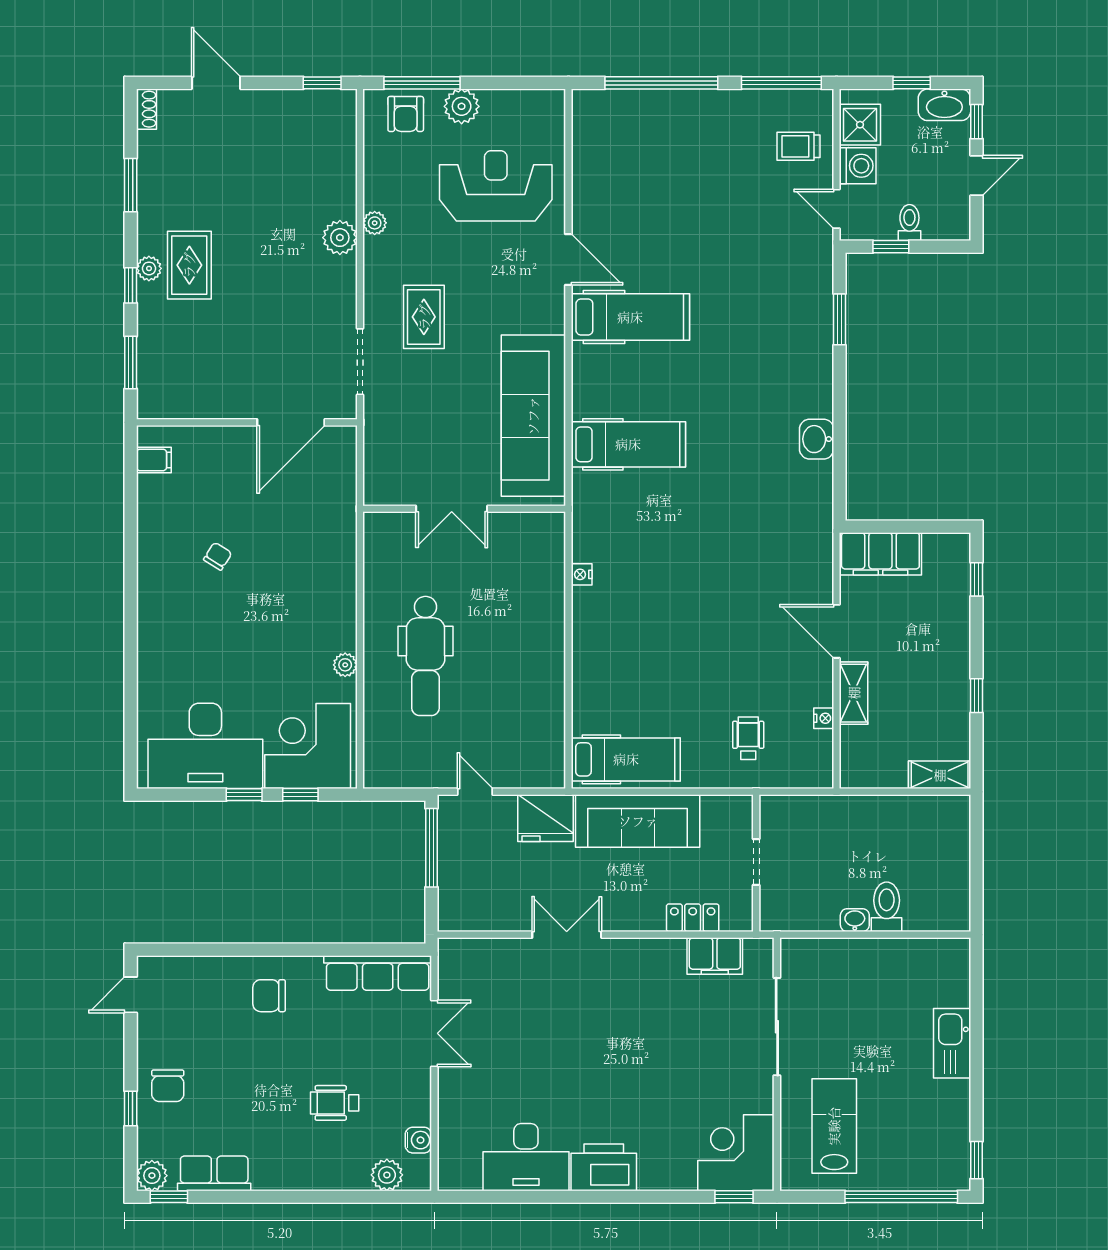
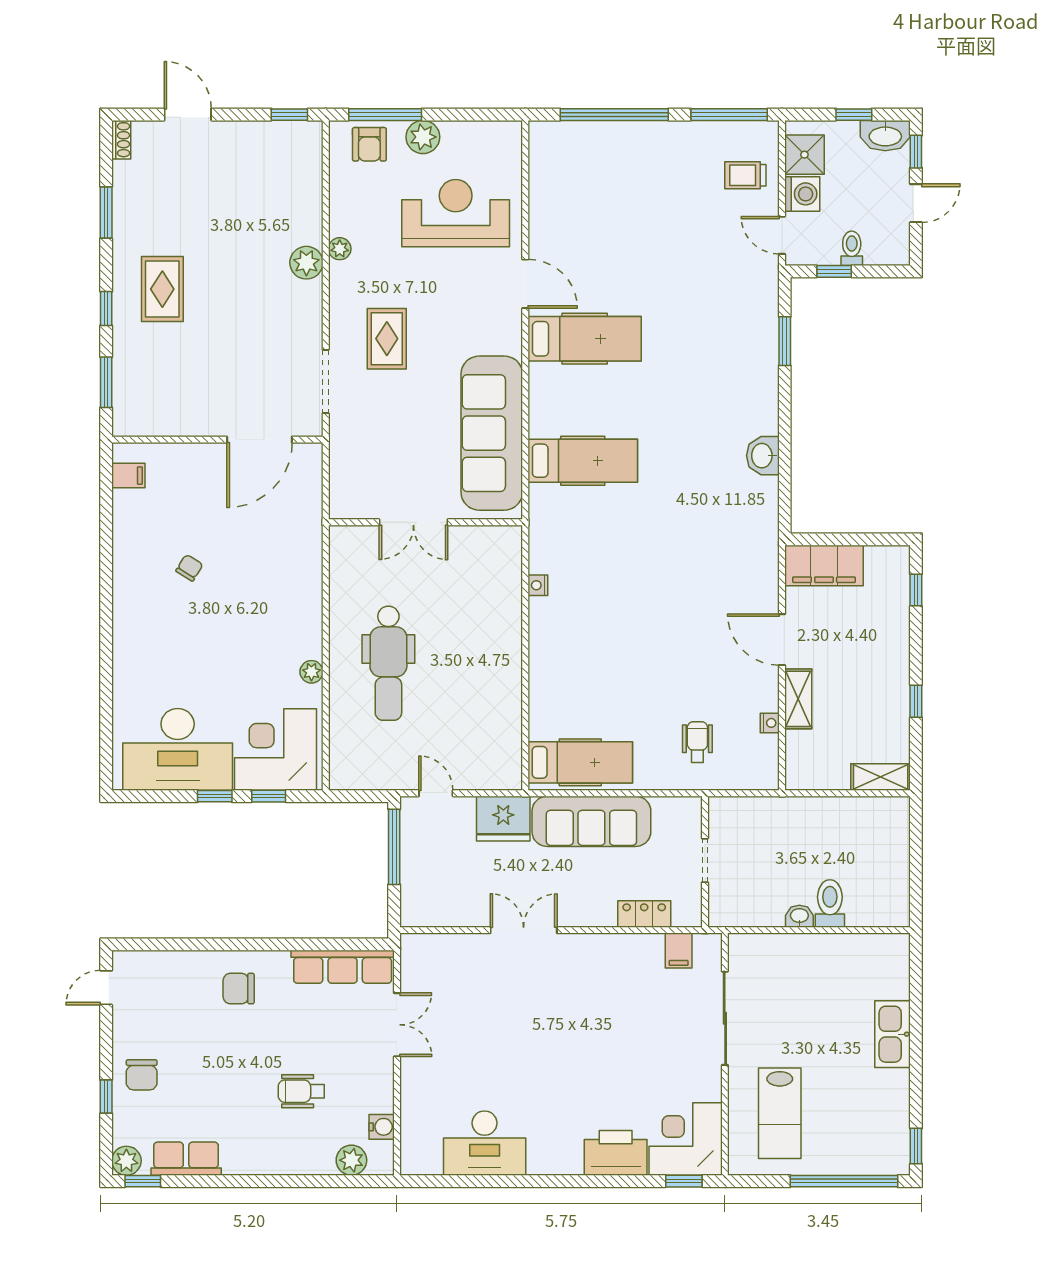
plant: (149, 268) -> (124, 292), removed
filing cabinet: (715, 956) -> (679, 951), width x0.50
lab bench: (834, 1126) -> (780, 1113), turned 180
printer: (604, 1167) -> (616, 1153), moved

